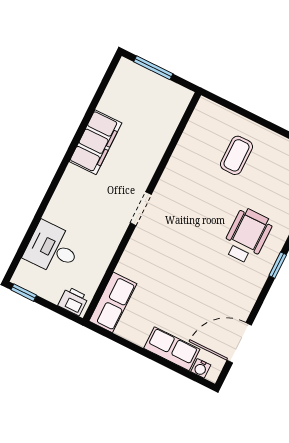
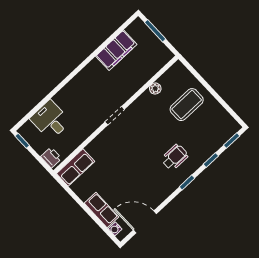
filing cabinet: (95, 142) -> (116, 50), moved
plant: (184, 149) -> (155, 89), added
coffee table: (236, 155) -> (187, 105), width x1.36, depth x1.30
wheelchair: (247, 236) -> (175, 157), width x0.73, depth x0.73

